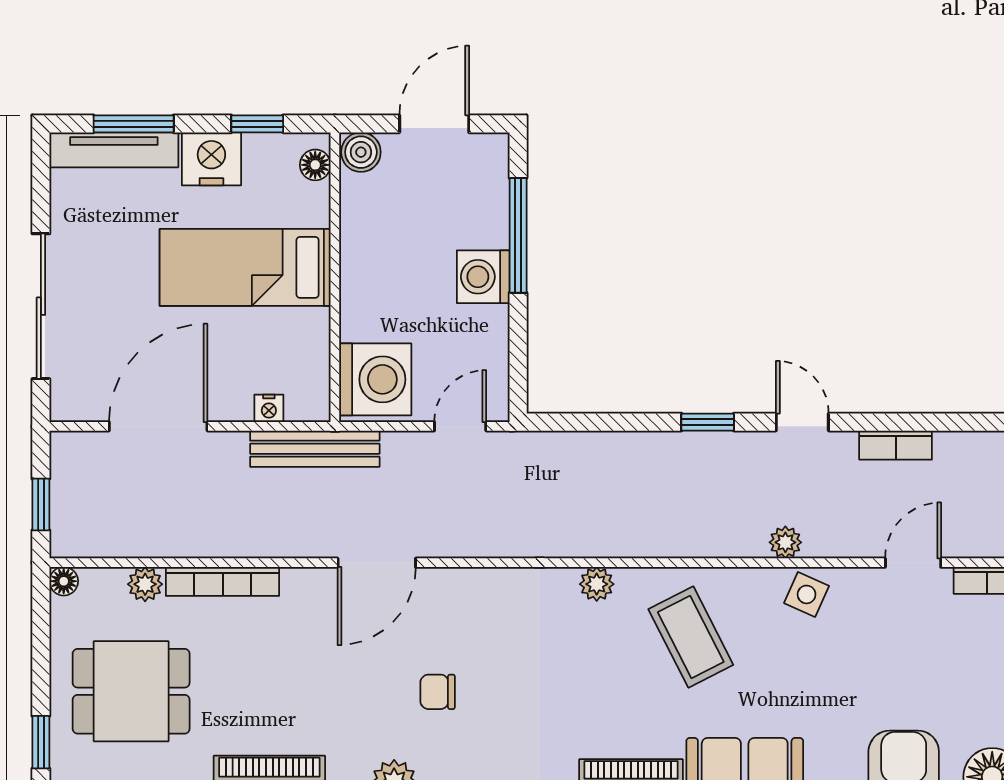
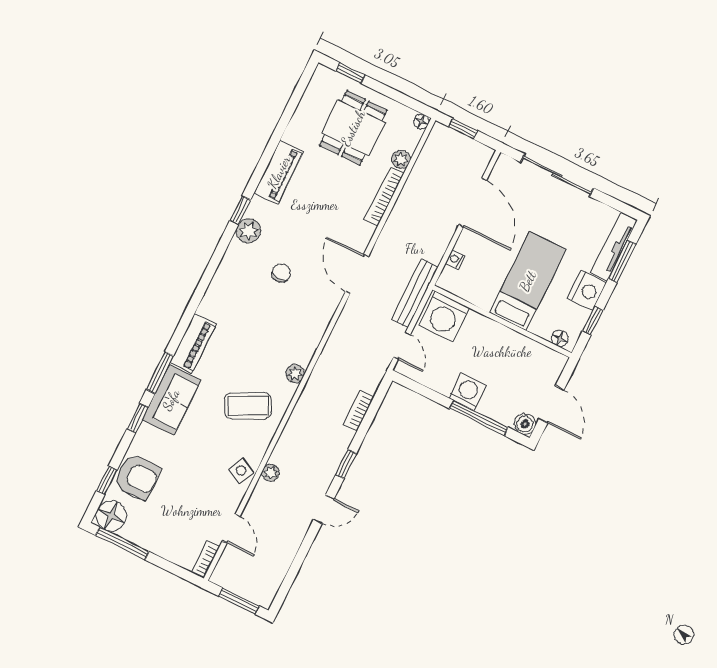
boiler: (361, 152) -> (525, 424), moved
bookcase: (896, 445) -> (359, 410), moved
bench: (315, 449) -> (415, 293), moved

